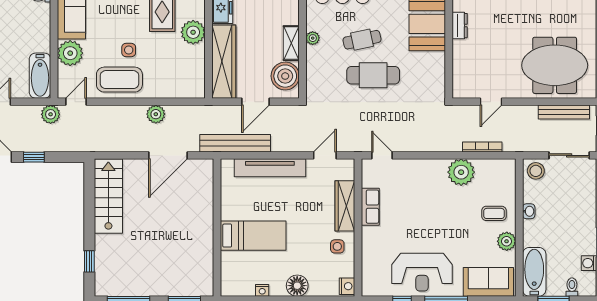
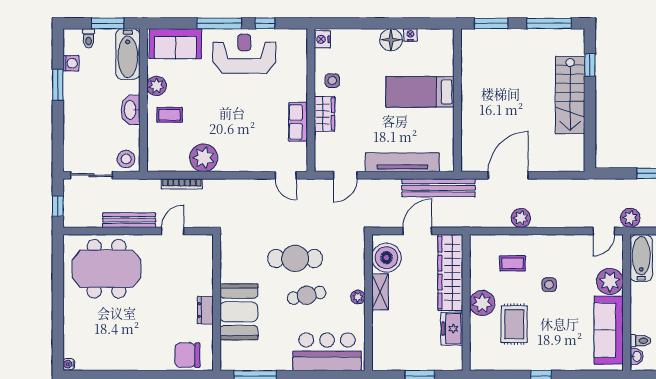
coffee table: (119, 80) -> (513, 263), moved, width x0.54, depth x0.58
bench: (564, 112) -> (129, 220), moved
stairs: (108, 196) -> (570, 95), moved
wardrobe: (345, 206) -> (324, 114), width x0.67
washbasin: (529, 211) -> (131, 110), width x1.91, depth x1.45
floor lamp: (297, 286) -> (391, 40), moved

